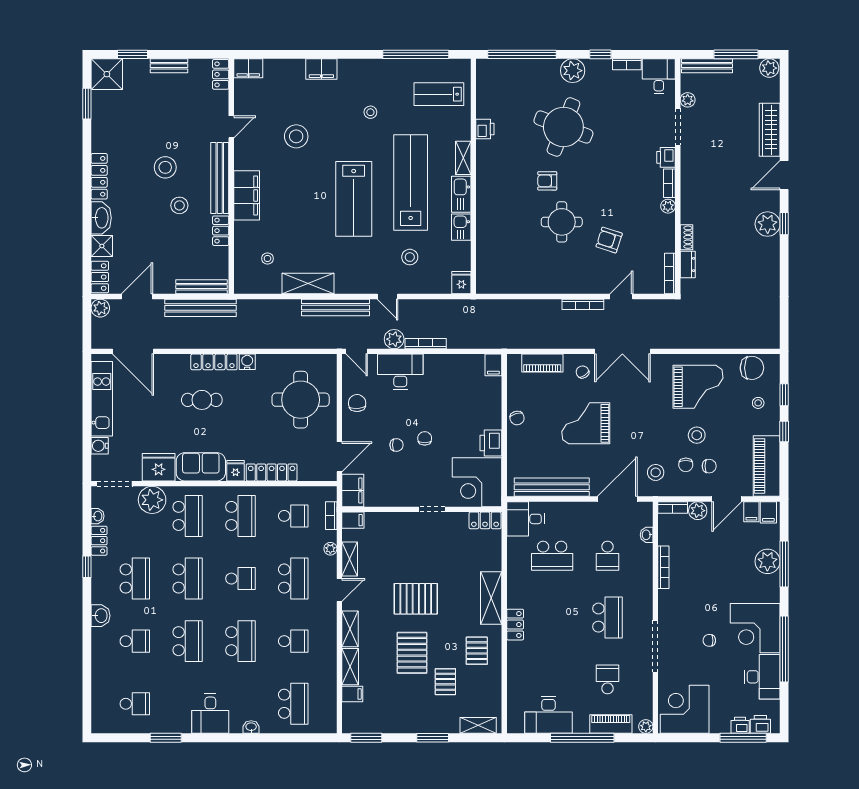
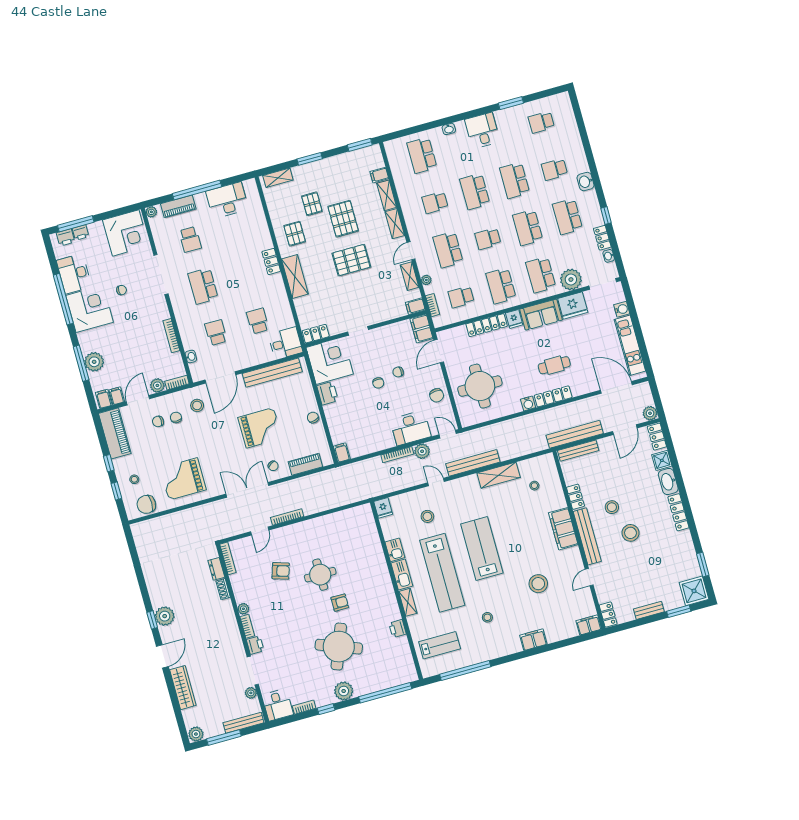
stool: (697, 435) -> (174, 442), removed
school desk: (552, 556) -> (258, 321), width x0.54

